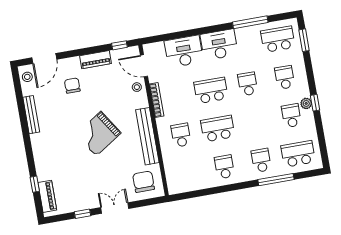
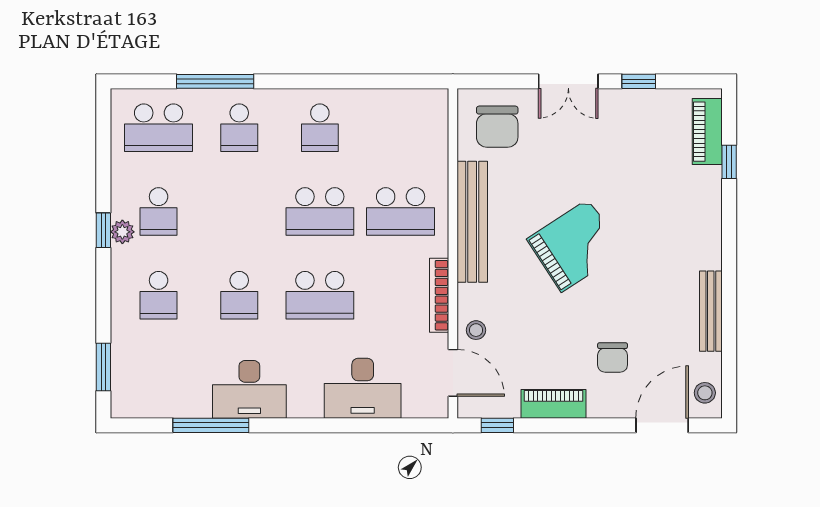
school desk: (278, 39) -> (159, 379), removed
desk: (219, 45) -> (249, 389), moved
school desk: (181, 135) -> (401, 211), width x1.85

